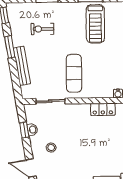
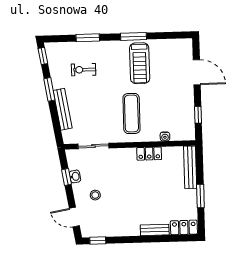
exercise mat: (74, 73) -> (131, 113), moved

